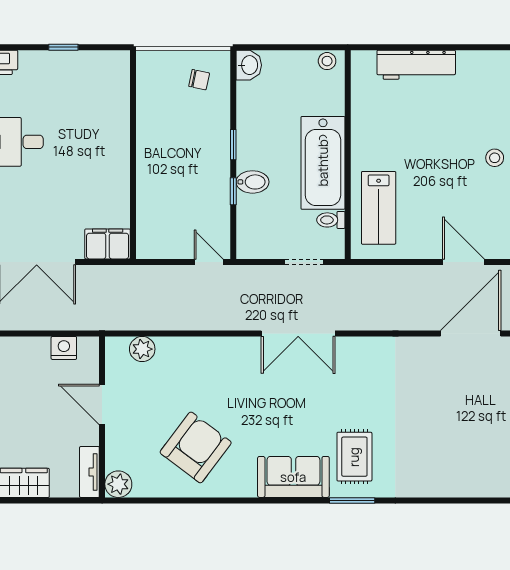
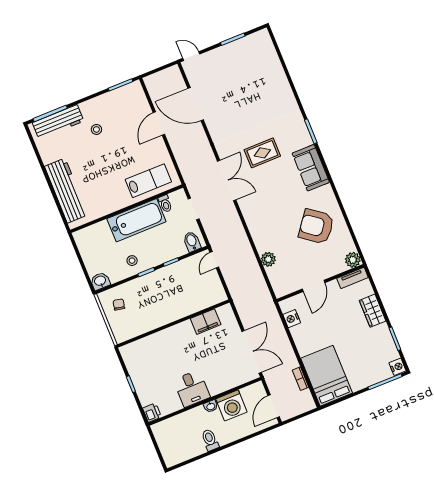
stool: (327, 61) -> (132, 261), moved
workbench: (416, 65) -> (66, 191), width x1.36, depth x1.32
bidet: (253, 182) -> (192, 242), moved
filing cabinet: (108, 244) -> (206, 322), moved, turned -90
double door: (298, 333) -> (227, 180), moved
plant: (142, 349) -> (268, 259), moved
rug: (354, 457) -> (262, 153), moved

